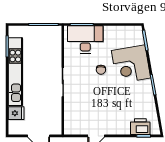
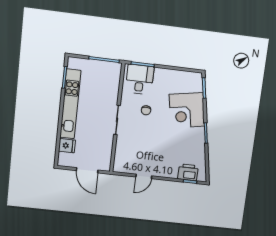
desk: (85, 39) -> (140, 79), width x0.73
chair: (101, 70) -> (146, 110), moved

